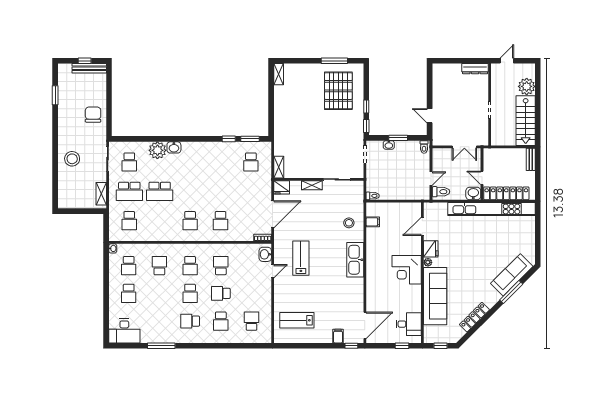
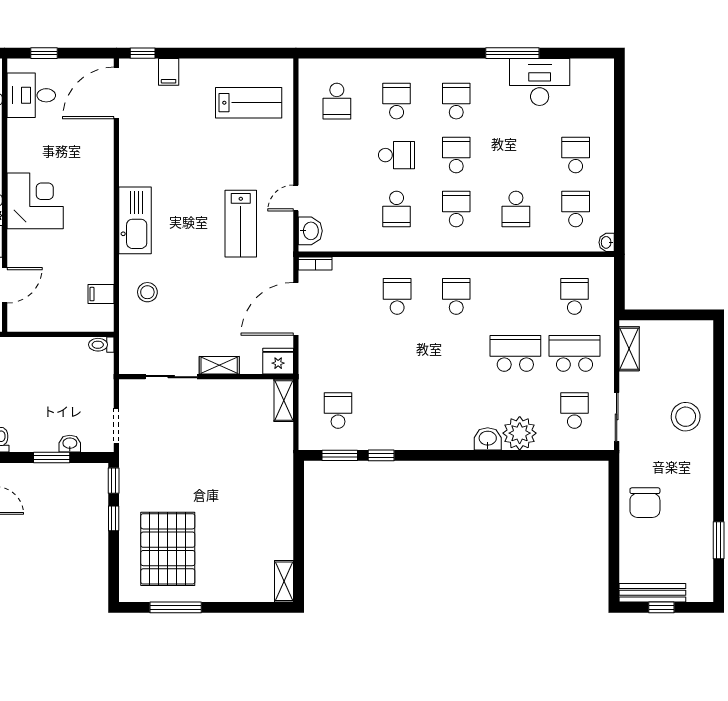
school desk: (190, 321) -> (456, 101), turned -90
desk: (124, 331) -> (540, 82), moved

